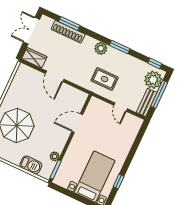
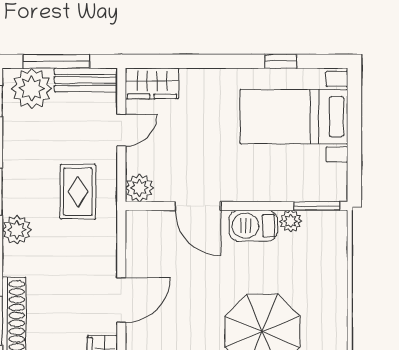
plant: (95, 104) -> (139, 188), added
wardrobe: (133, 127) -> (152, 83), added
barbecue: (31, 165) -> (253, 226), moved, turned -90

